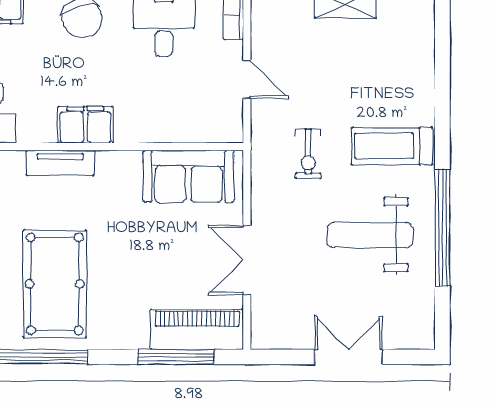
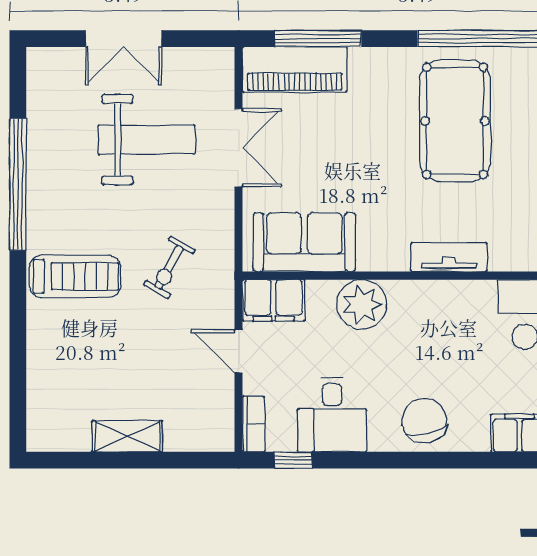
plant: (137, 121) -> (362, 304), added
filing cabinet: (85, 125) -> (274, 300), moved
exercise bike: (308, 154) -> (169, 267), turned -151
weight bench: (370, 235) -> (147, 140), moved

